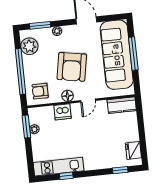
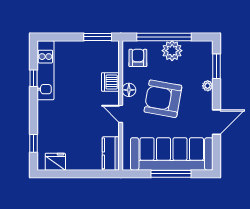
plant: (29, 46) -> (172, 51), moved
plant: (34, 129) -> (93, 46), removed

